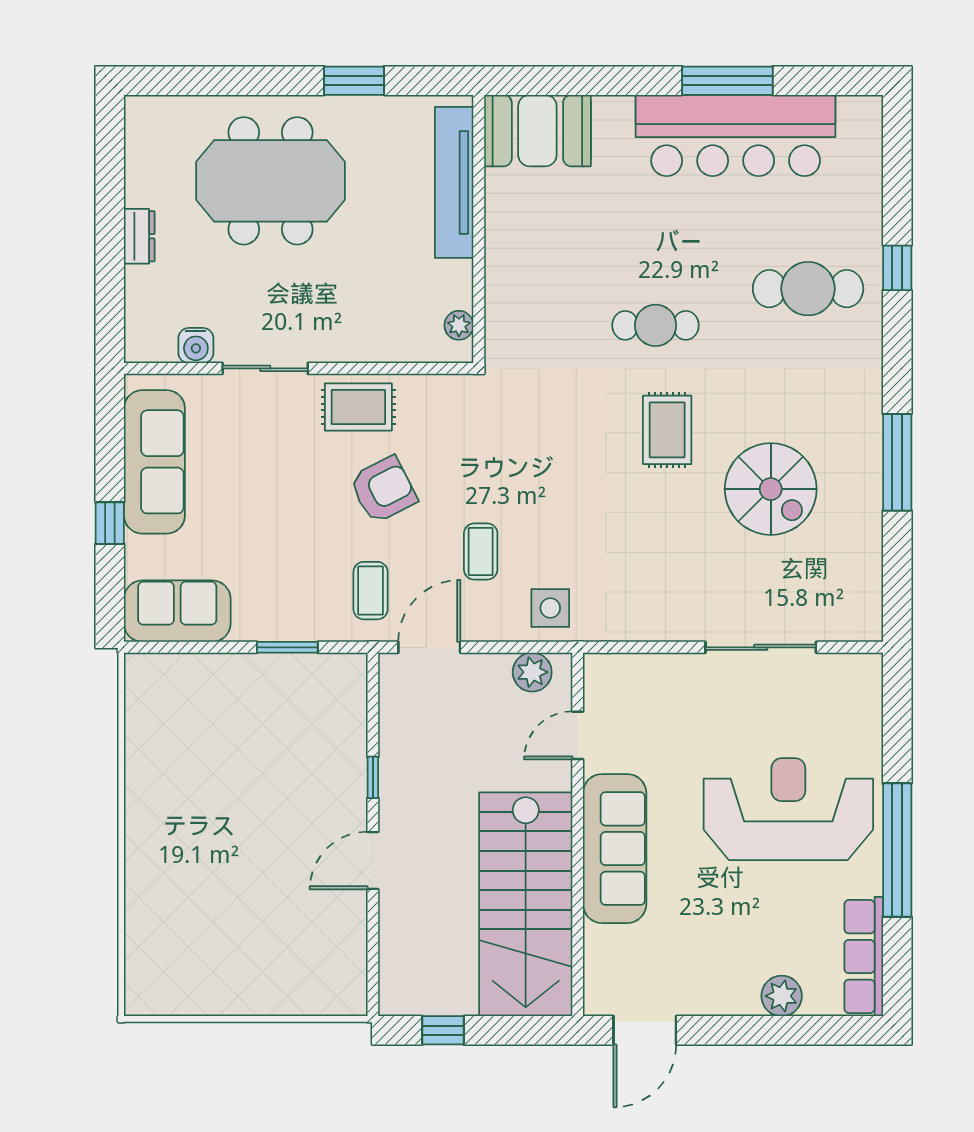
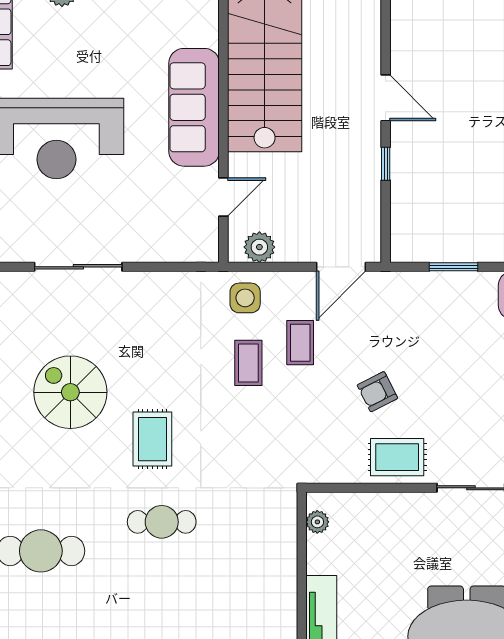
armchair: (383, 490) -> (377, 392), width x0.72, depth x0.72
coffee table: (371, 591) -> (248, 363), moved
door: (373, 860) -> (386, 98), hinge flipped

